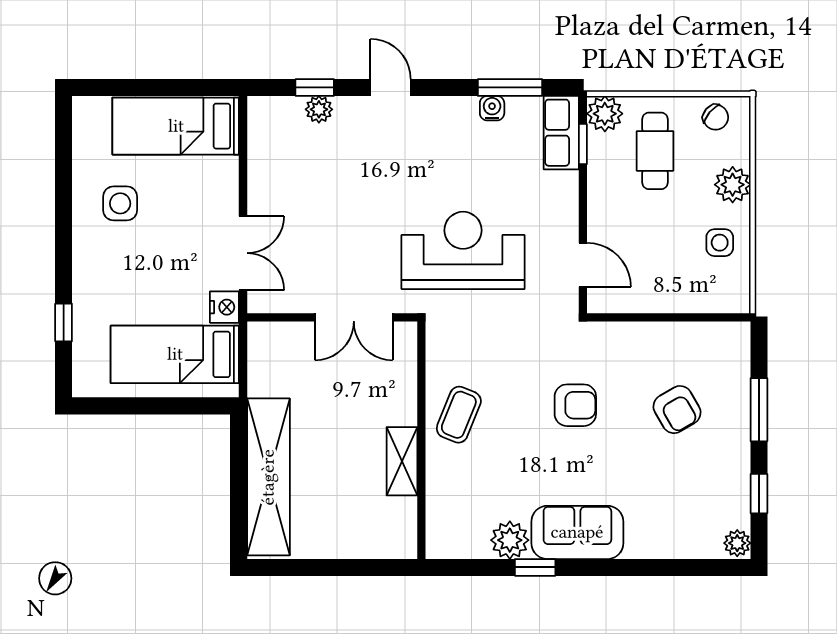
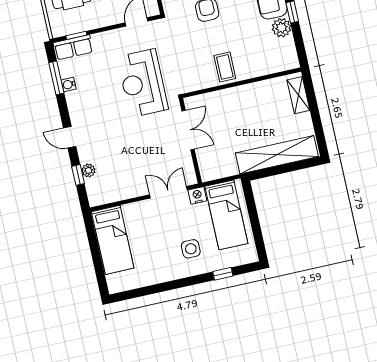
door: (391, 87) -> (70, 137), hinge flipped
plant: (605, 114) -> (59, 28), removed
side table: (120, 203) -> (191, 249), moved
coffee table: (459, 415) -> (225, 67), turned 68
shelving: (402, 461) -> (298, 95), moved, turned 90

